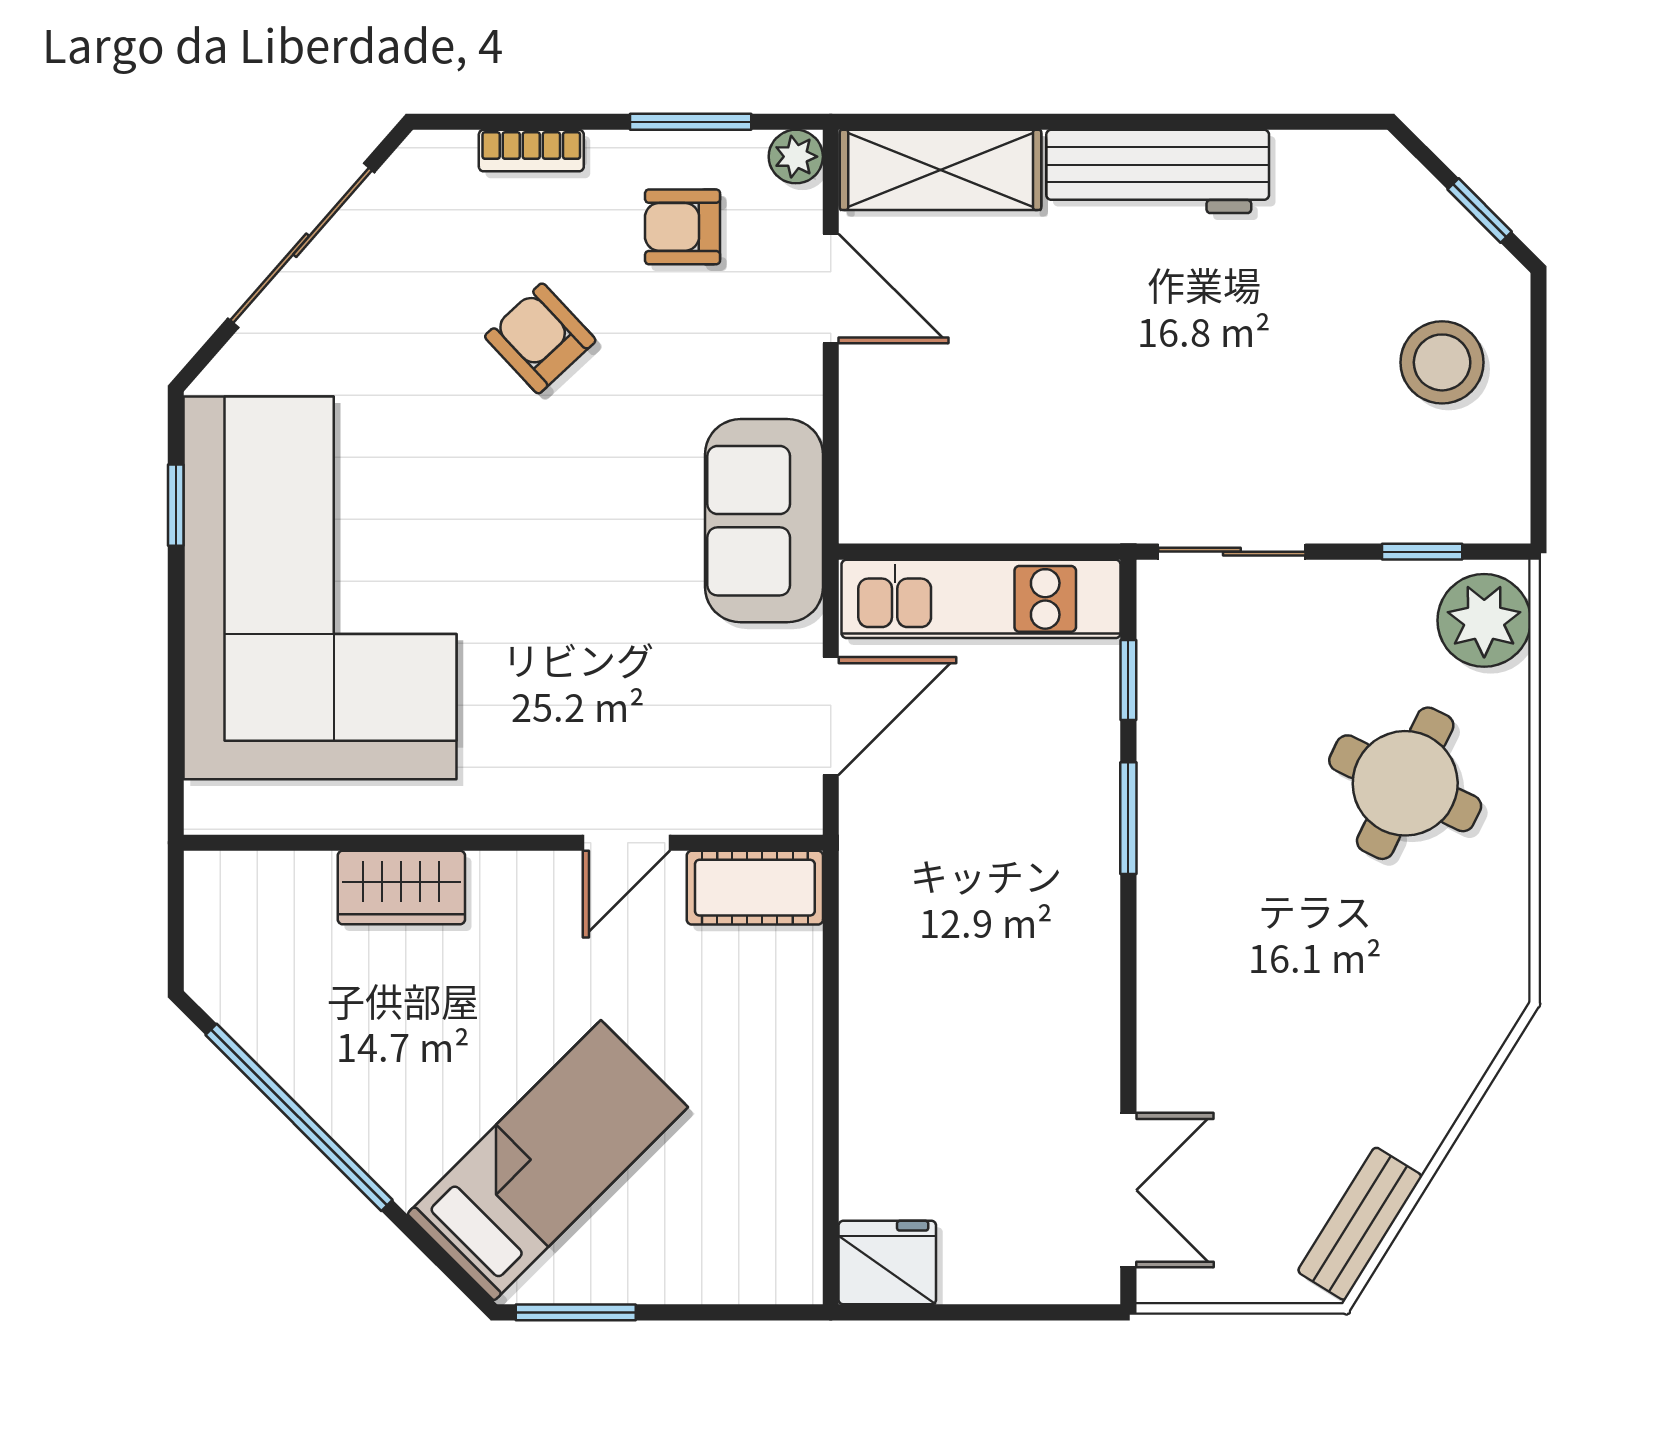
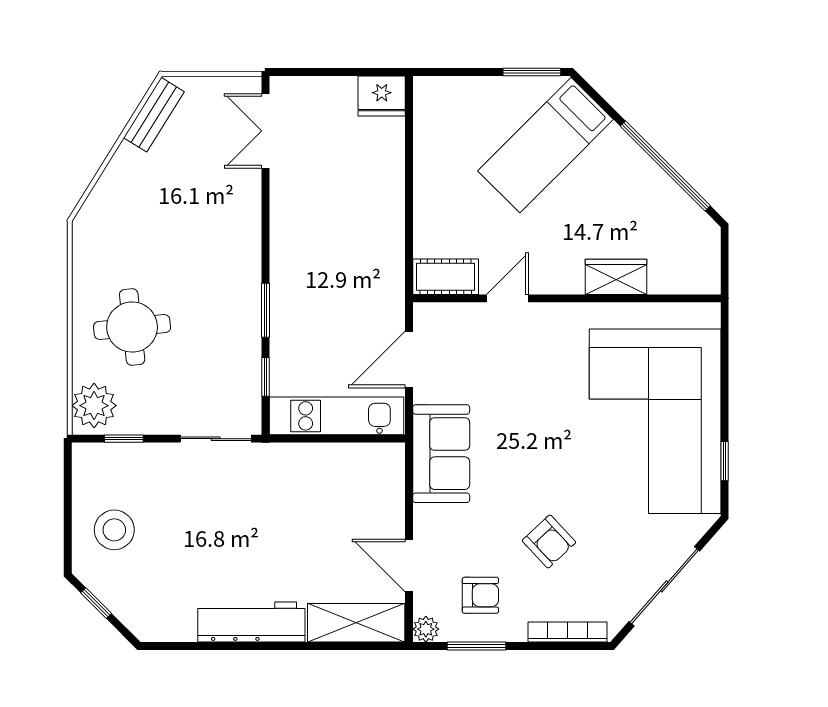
bookcase: (531, 151) -> (567, 632), width x1.56
round table: (1405, 783) -> (132, 327), turned -32

